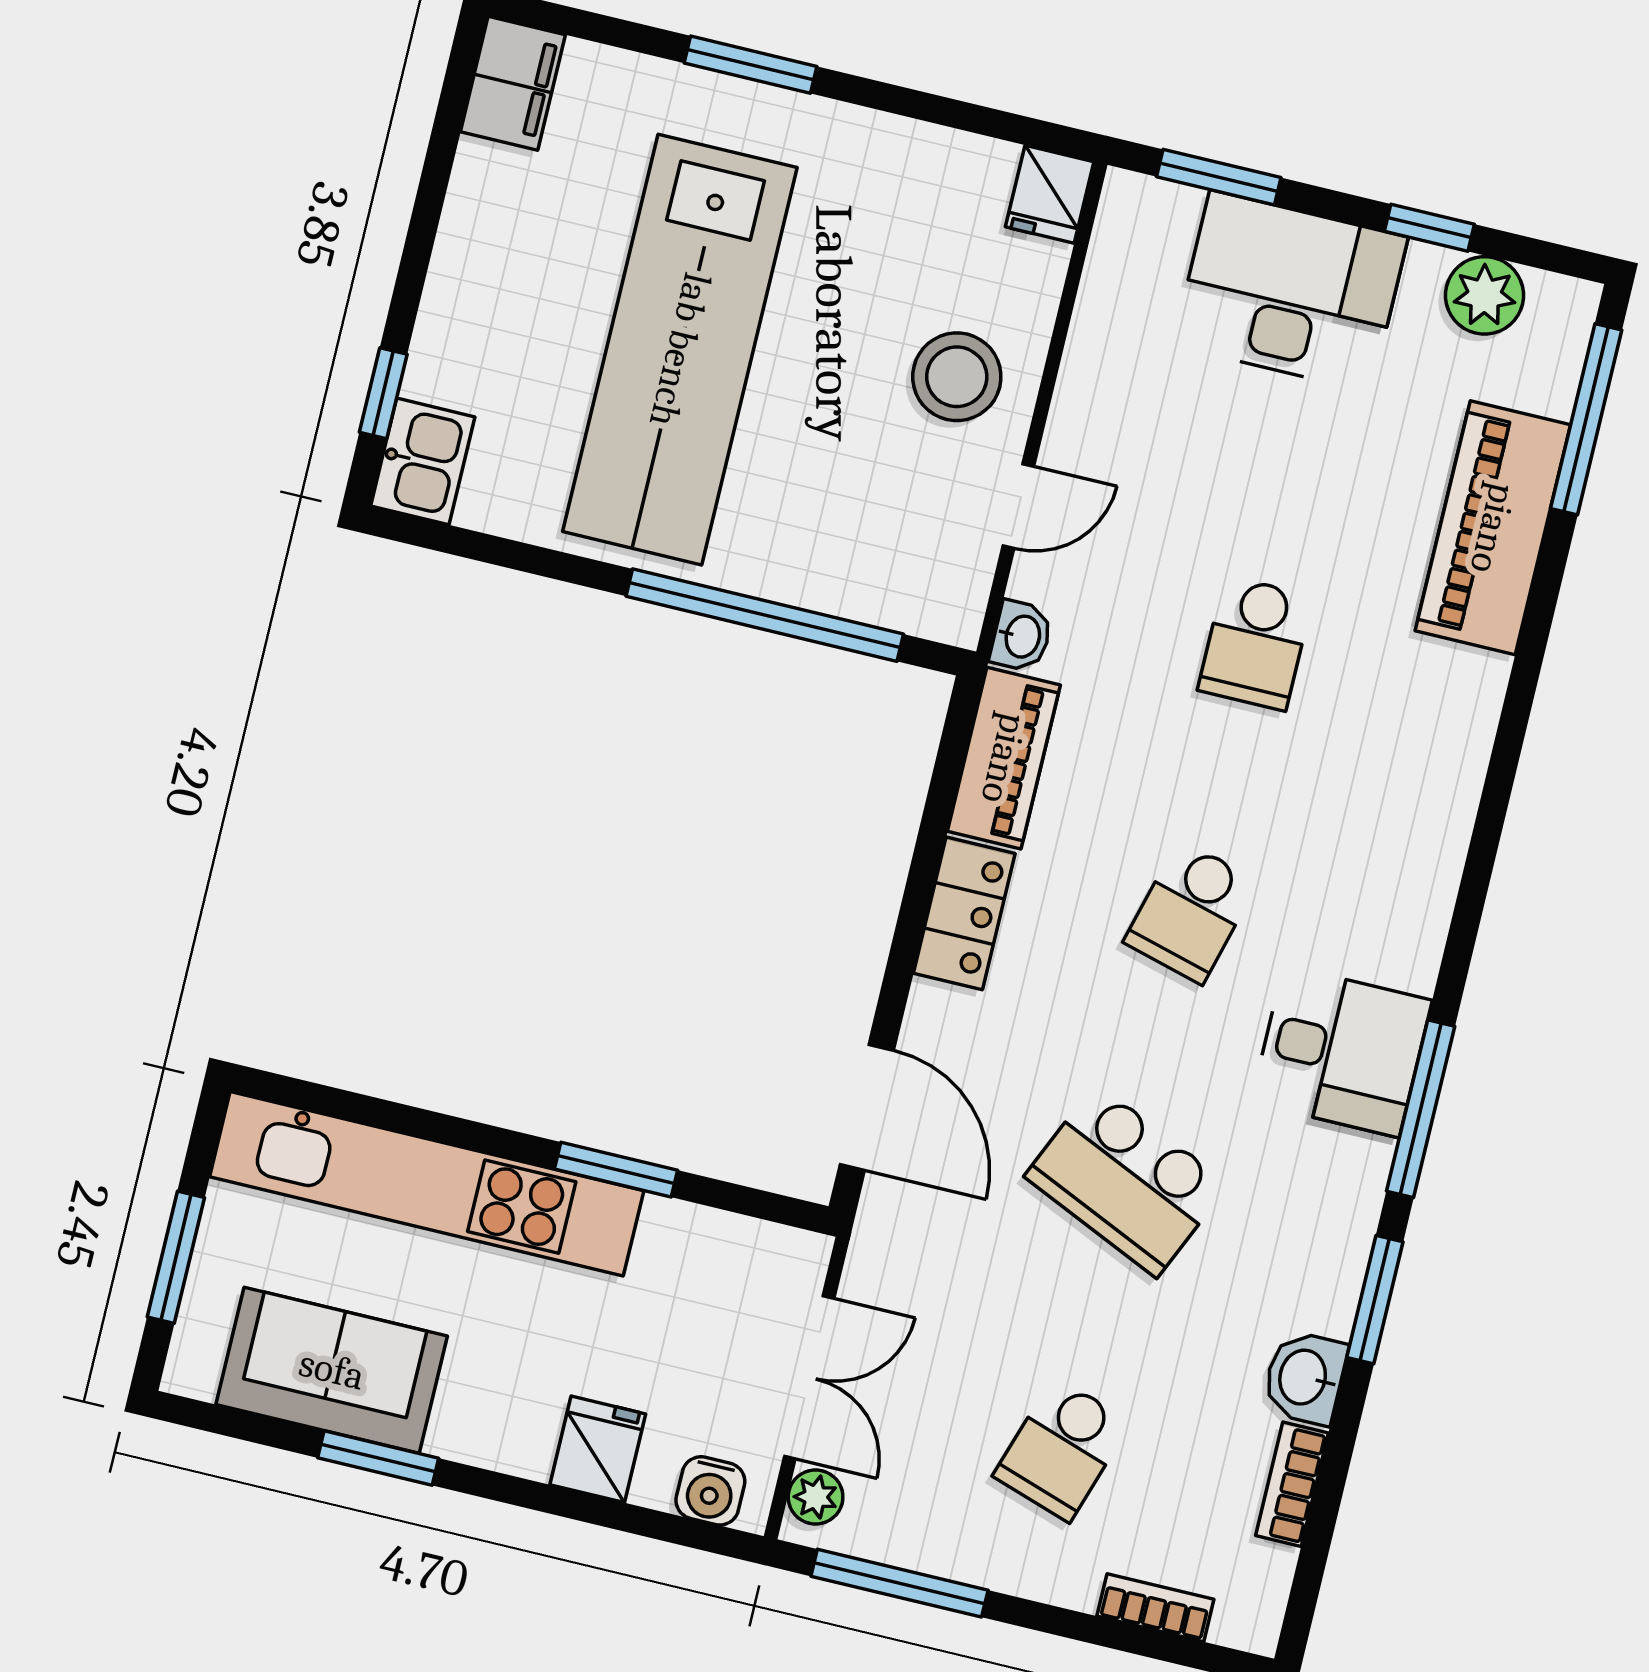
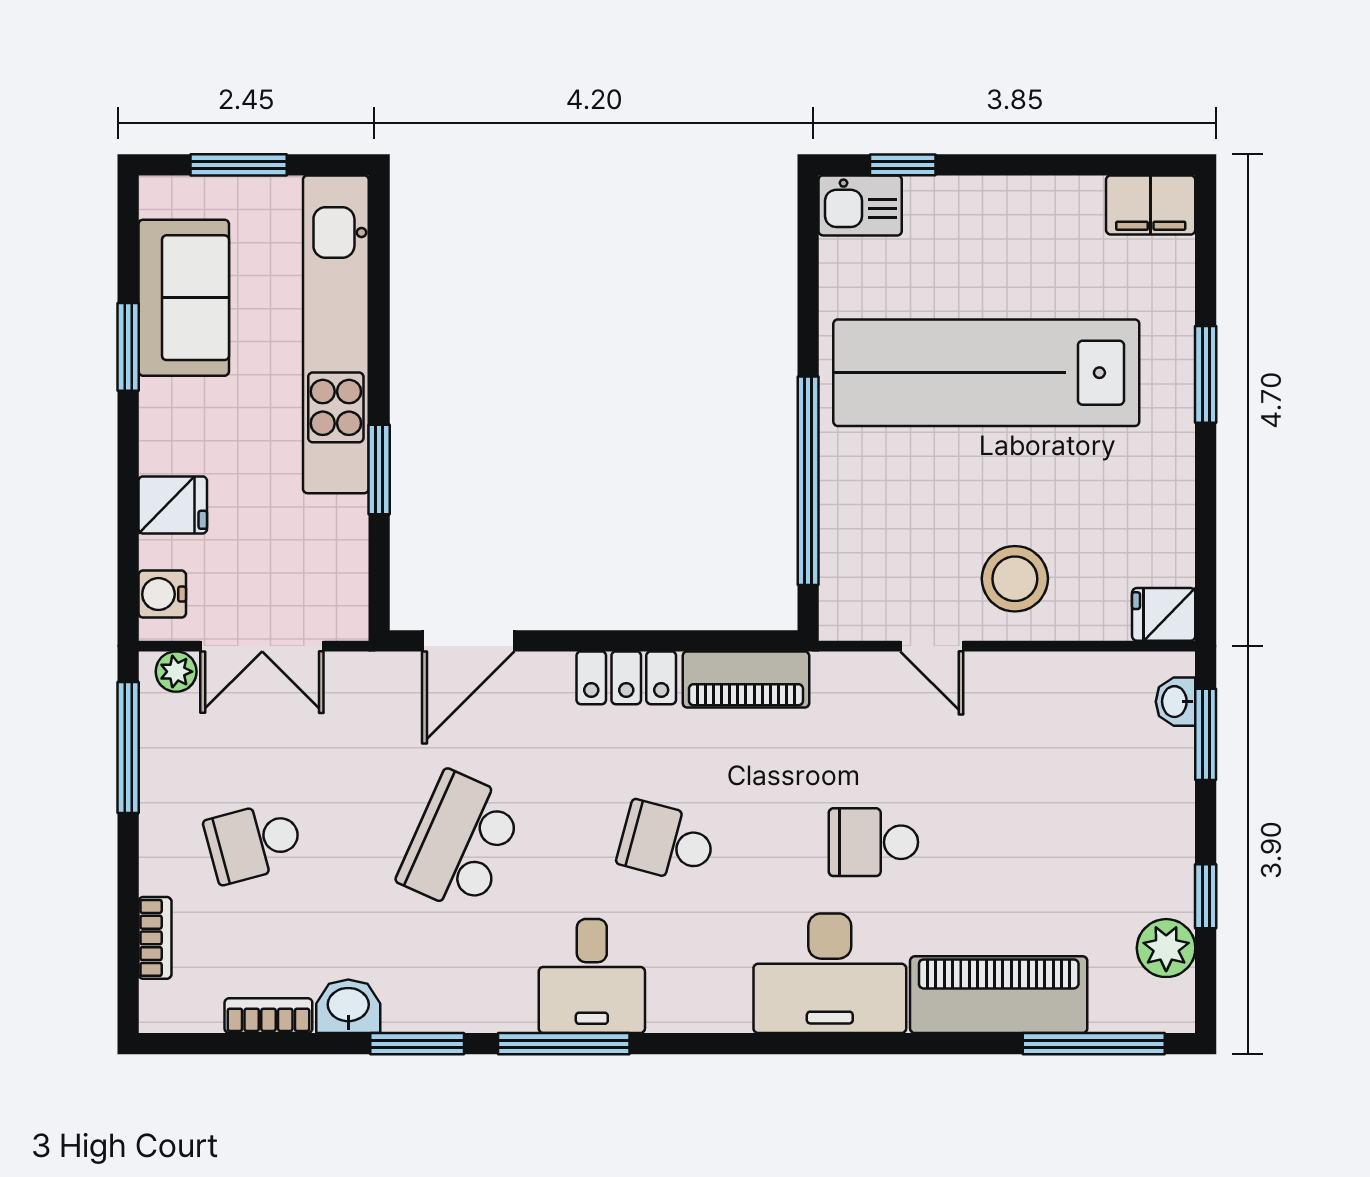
desk: (1290, 291) -> (830, 973), moved, turned 90
washbasin: (1021, 636) -> (1176, 702), moved, turned 90
school desk: (1062, 1449) -> (254, 842), turned -33

